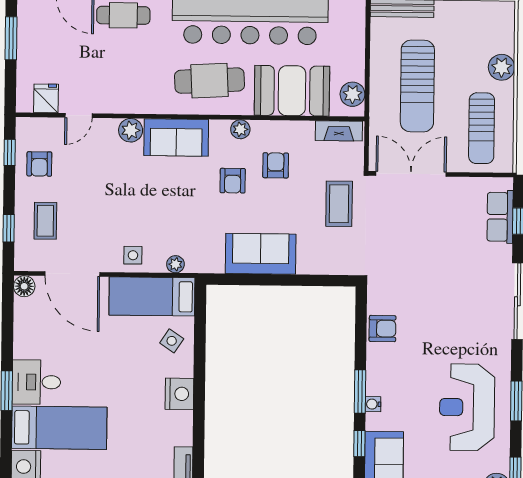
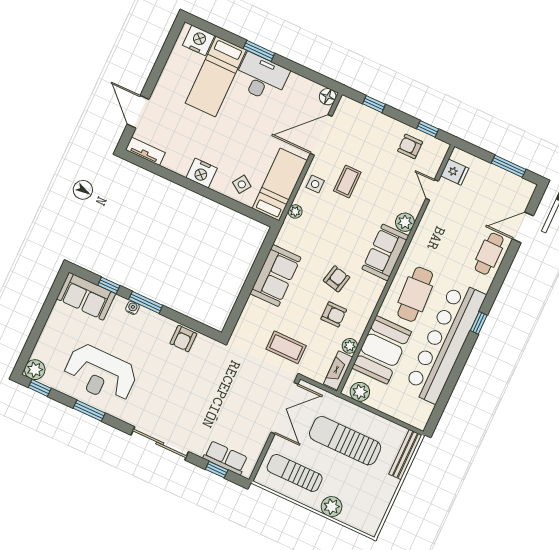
plant: (240, 129) -> (350, 346), moved
armchair: (233, 181) -> (337, 279), turned 103
coffee table: (45, 221) -> (347, 181), moved, turned 90
desk: (36, 382) -> (261, 78), width x1.37
reception desk: (467, 407) -> (100, 374), turned 180

